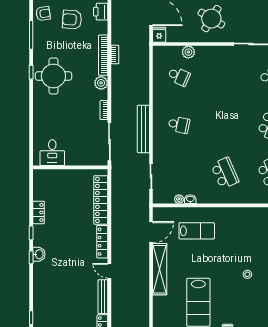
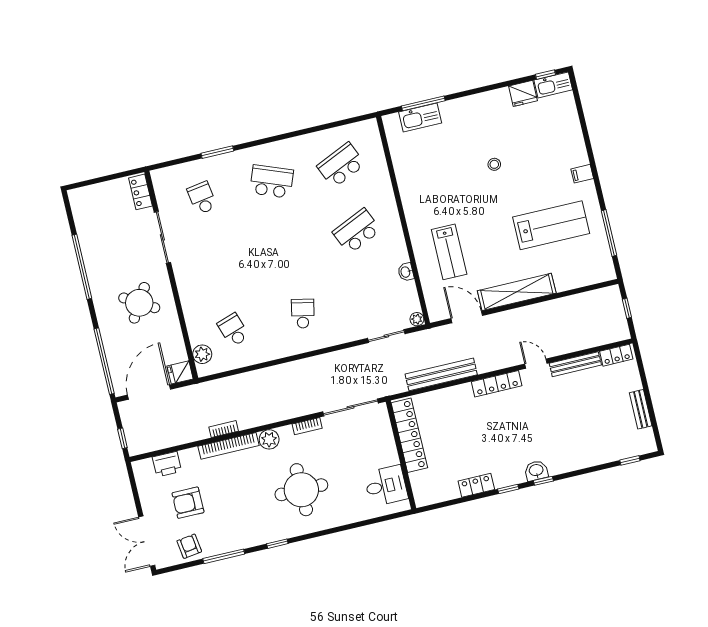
armchair: (72, 20) -> (188, 503), turned 86
plant: (188, 52) -> (202, 354), moved
round table: (53, 76) -> (301, 490), moved
school desk: (179, 76) -> (233, 330), turned -42
bench: (143, 129) -> (441, 374), moved
plant: (179, 199) -> (417, 319), moved
locker: (101, 200) -> (409, 435), moved, turned -90
lab bench: (197, 231) -> (449, 252), turned 180
door: (109, 271) -> (536, 364), swing flipped

